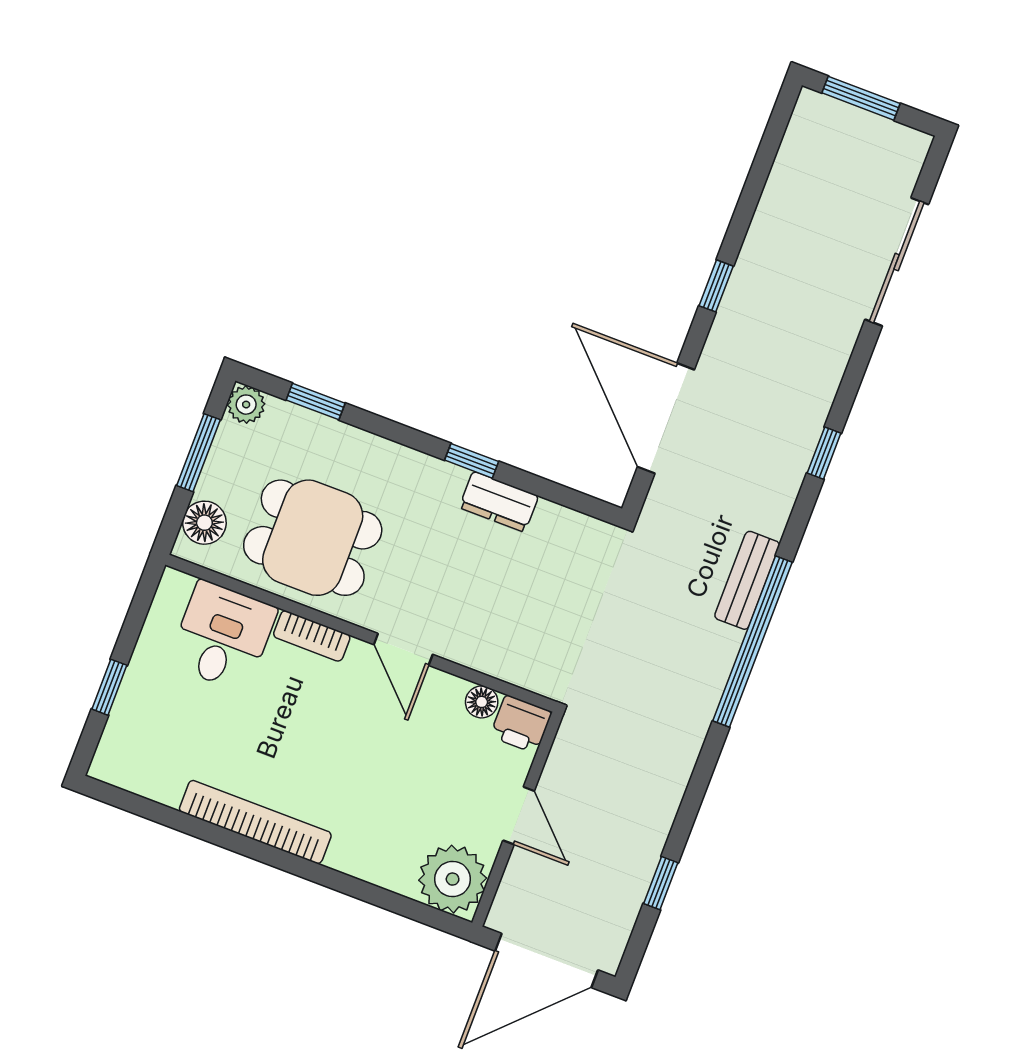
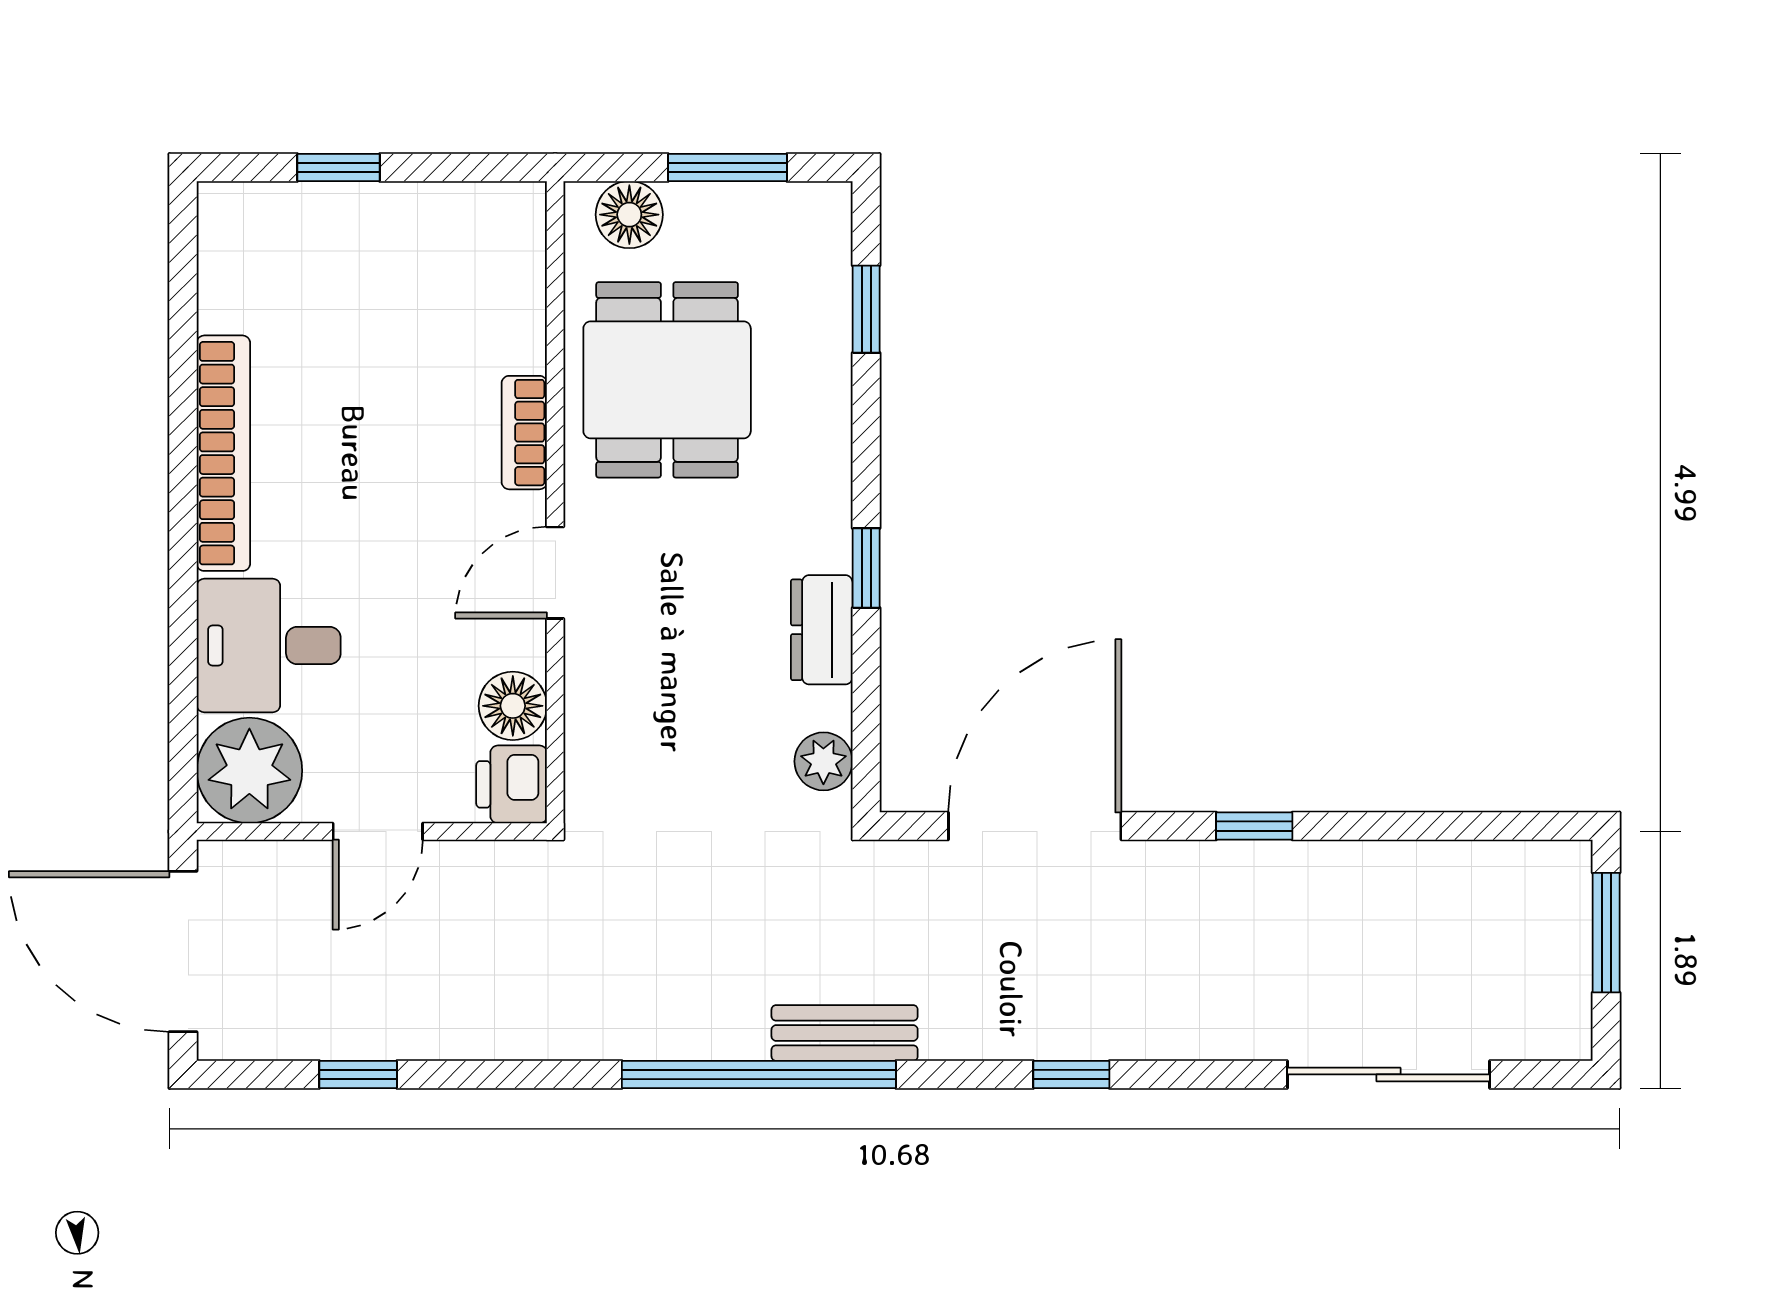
plant: (246, 405) -> (823, 761), moved
desk: (223, 636) -> (269, 645), moved, turned 180
floor lamp: (482, 702) -> (513, 706), width x1.37, depth x1.37

